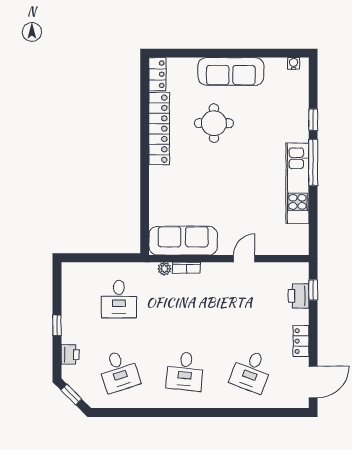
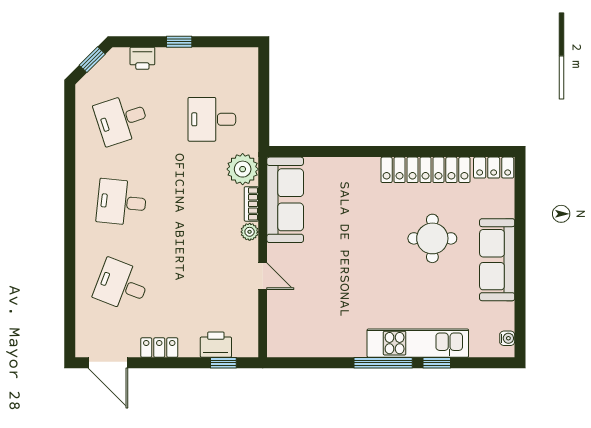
kitchen unit: (297, 183) -> (418, 343), moved
plant: (164, 269) -> (243, 169), width x1.88, depth x1.88
plant: (209, 269) -> (250, 232), added

